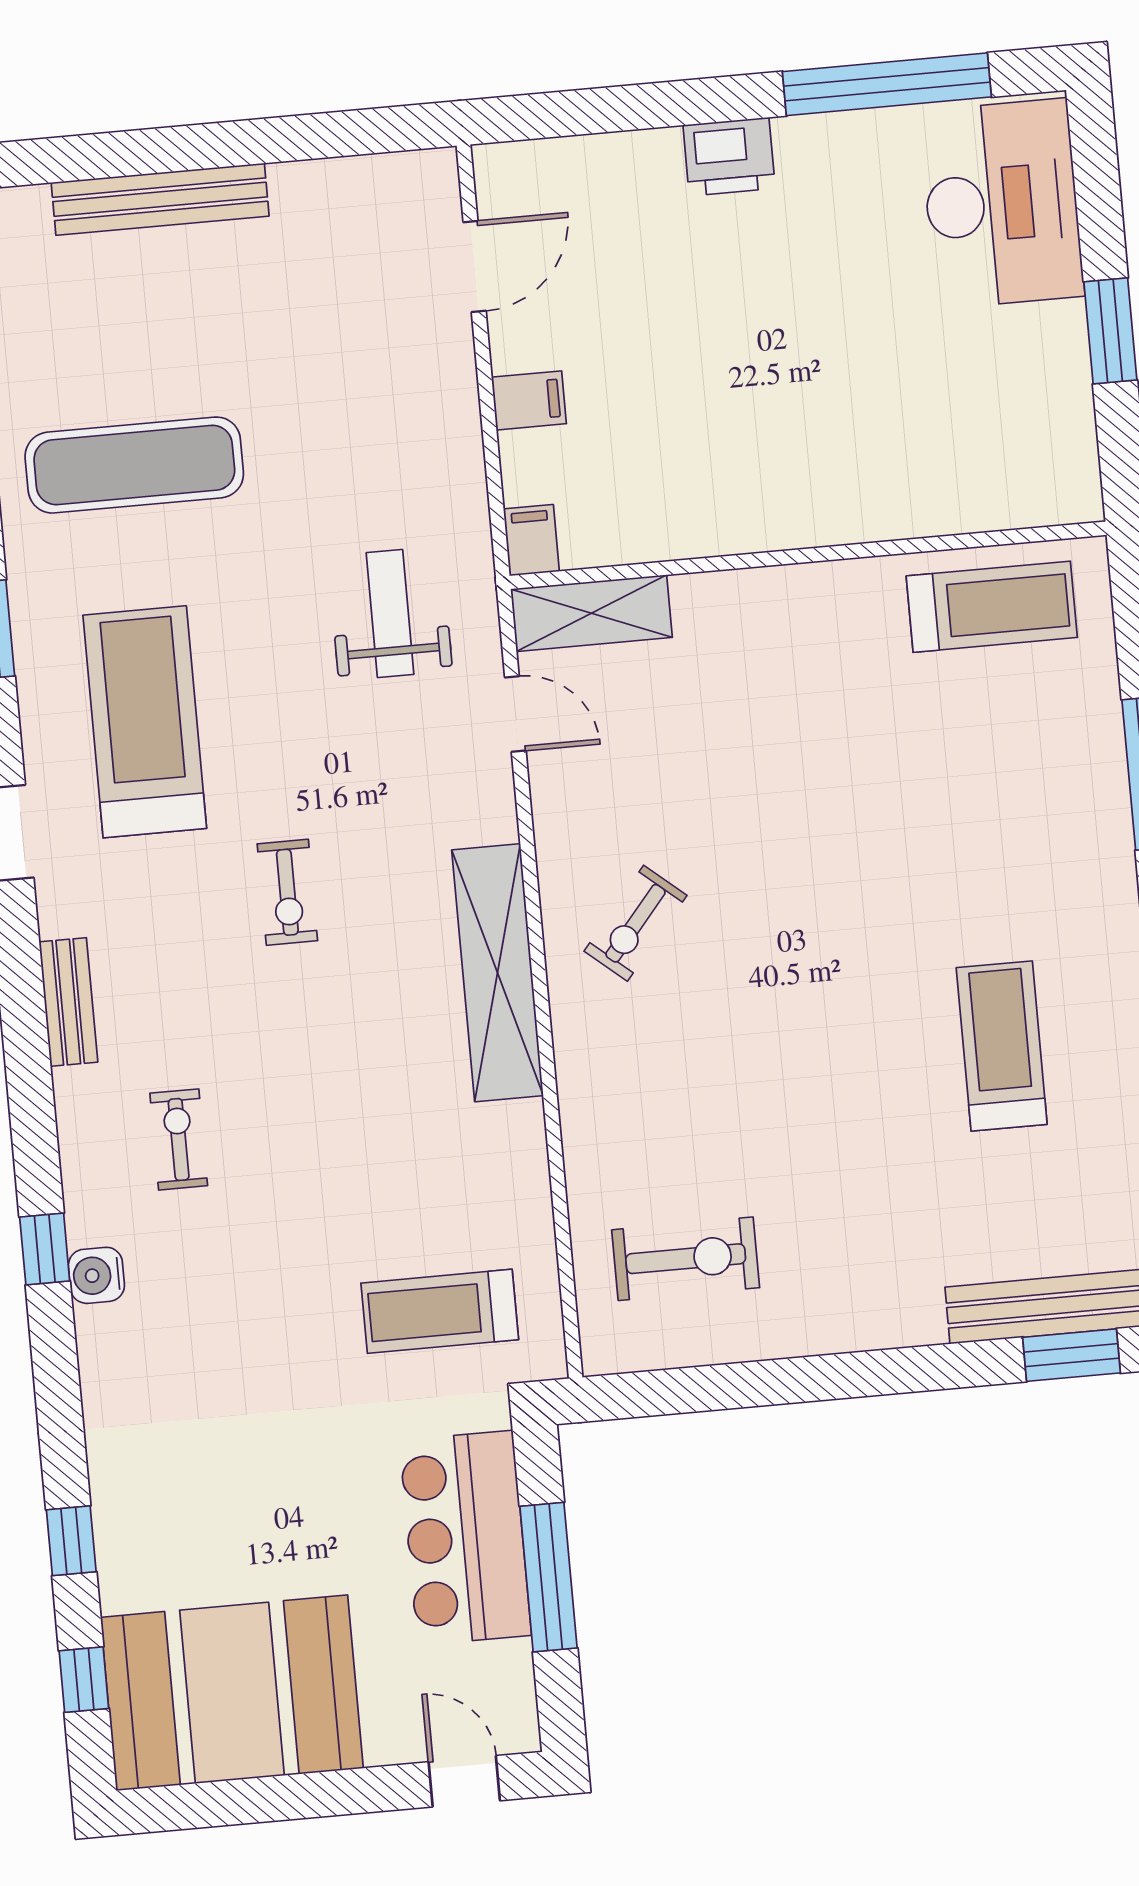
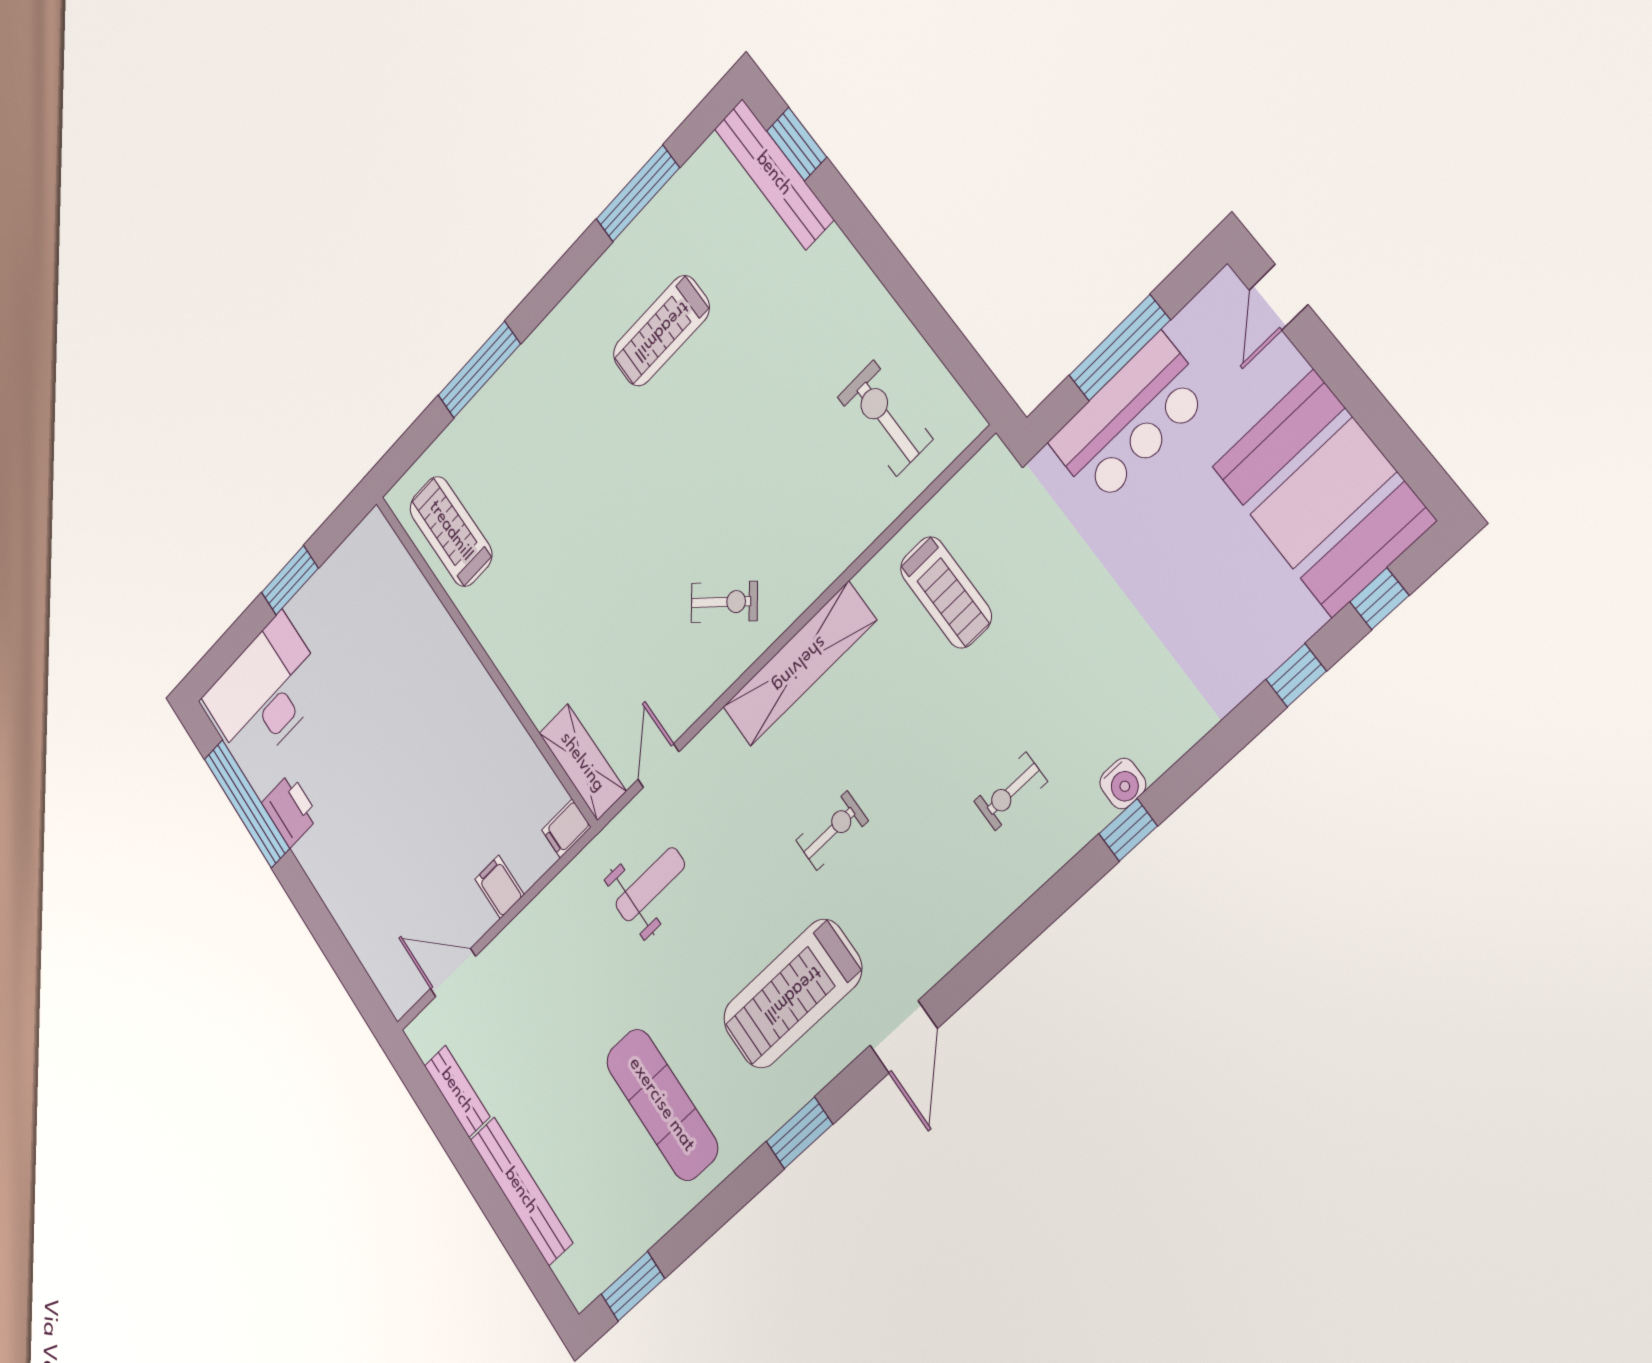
printer: (729, 157) -> (290, 810), moved
weight bench: (390, 613) -> (650, 884), turned 180
bench: (68, 1002) -> (457, 1091), moved, turned 90
treadmill: (440, 1311) -> (946, 592), moved

